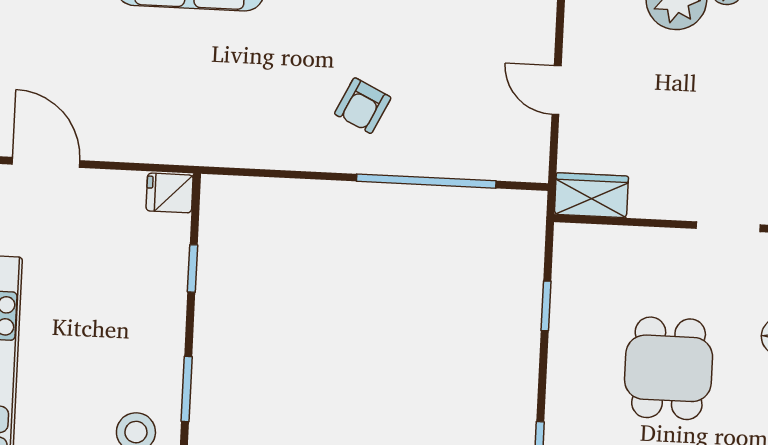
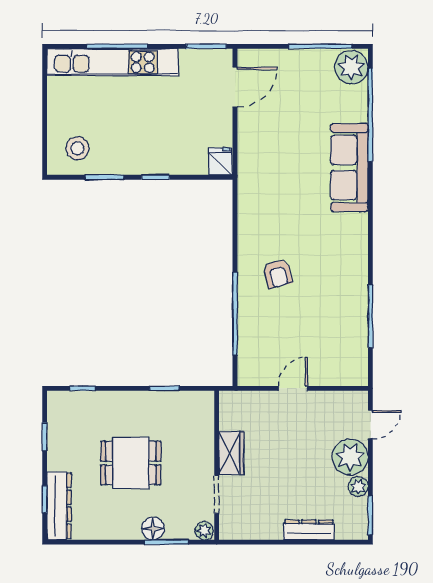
armchair: (363, 106) -> (278, 274), turned -130
wardrobe: (591, 195) -> (231, 453), moved
window: (193, 268) -> (156, 177), moved

